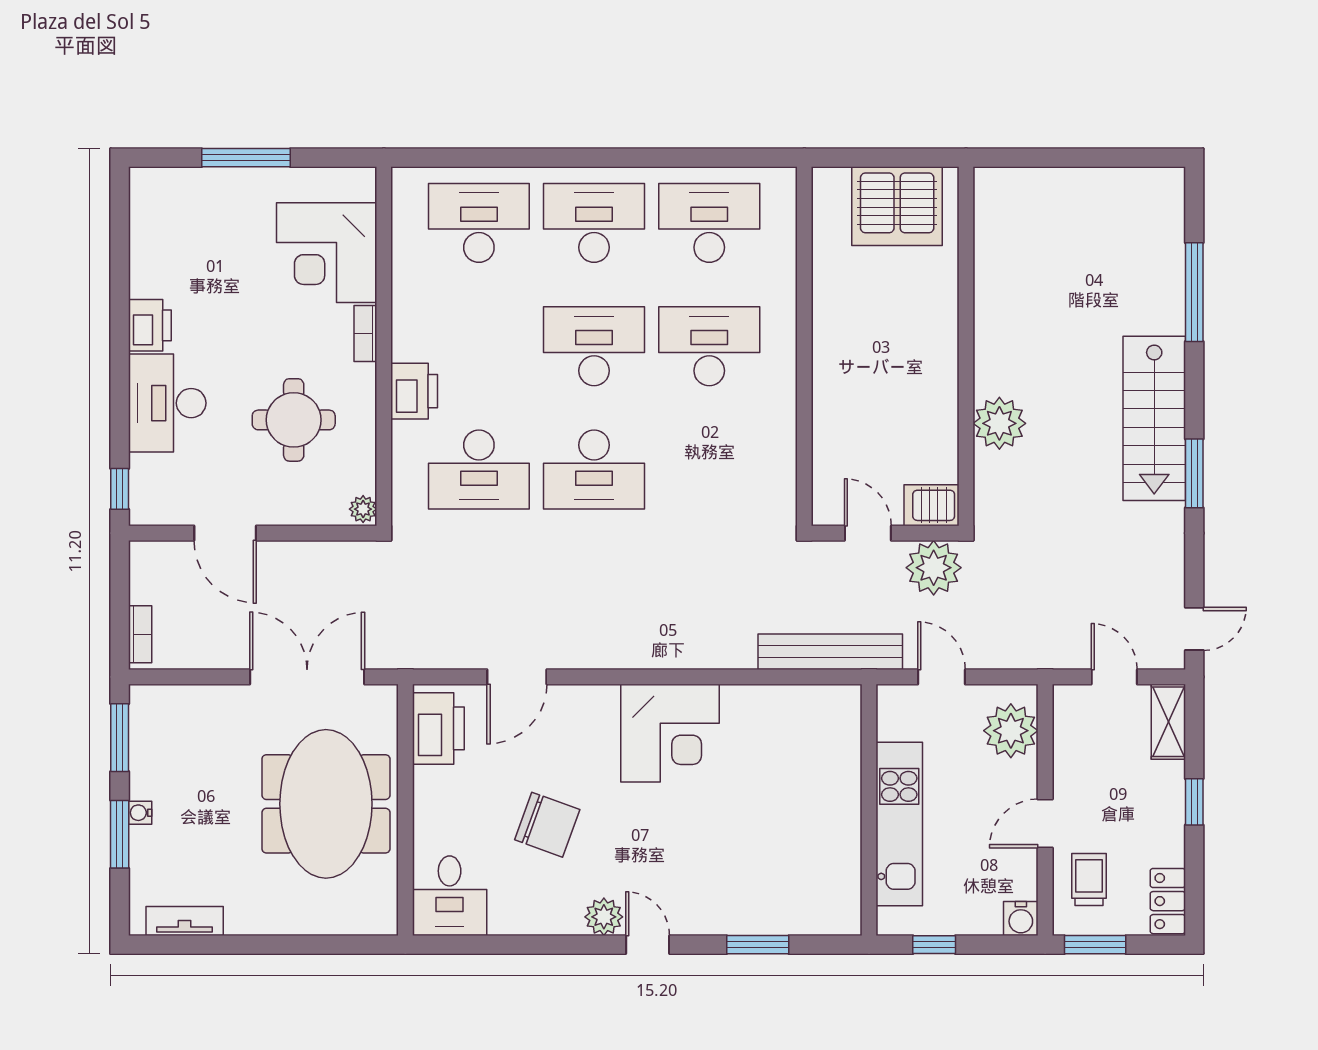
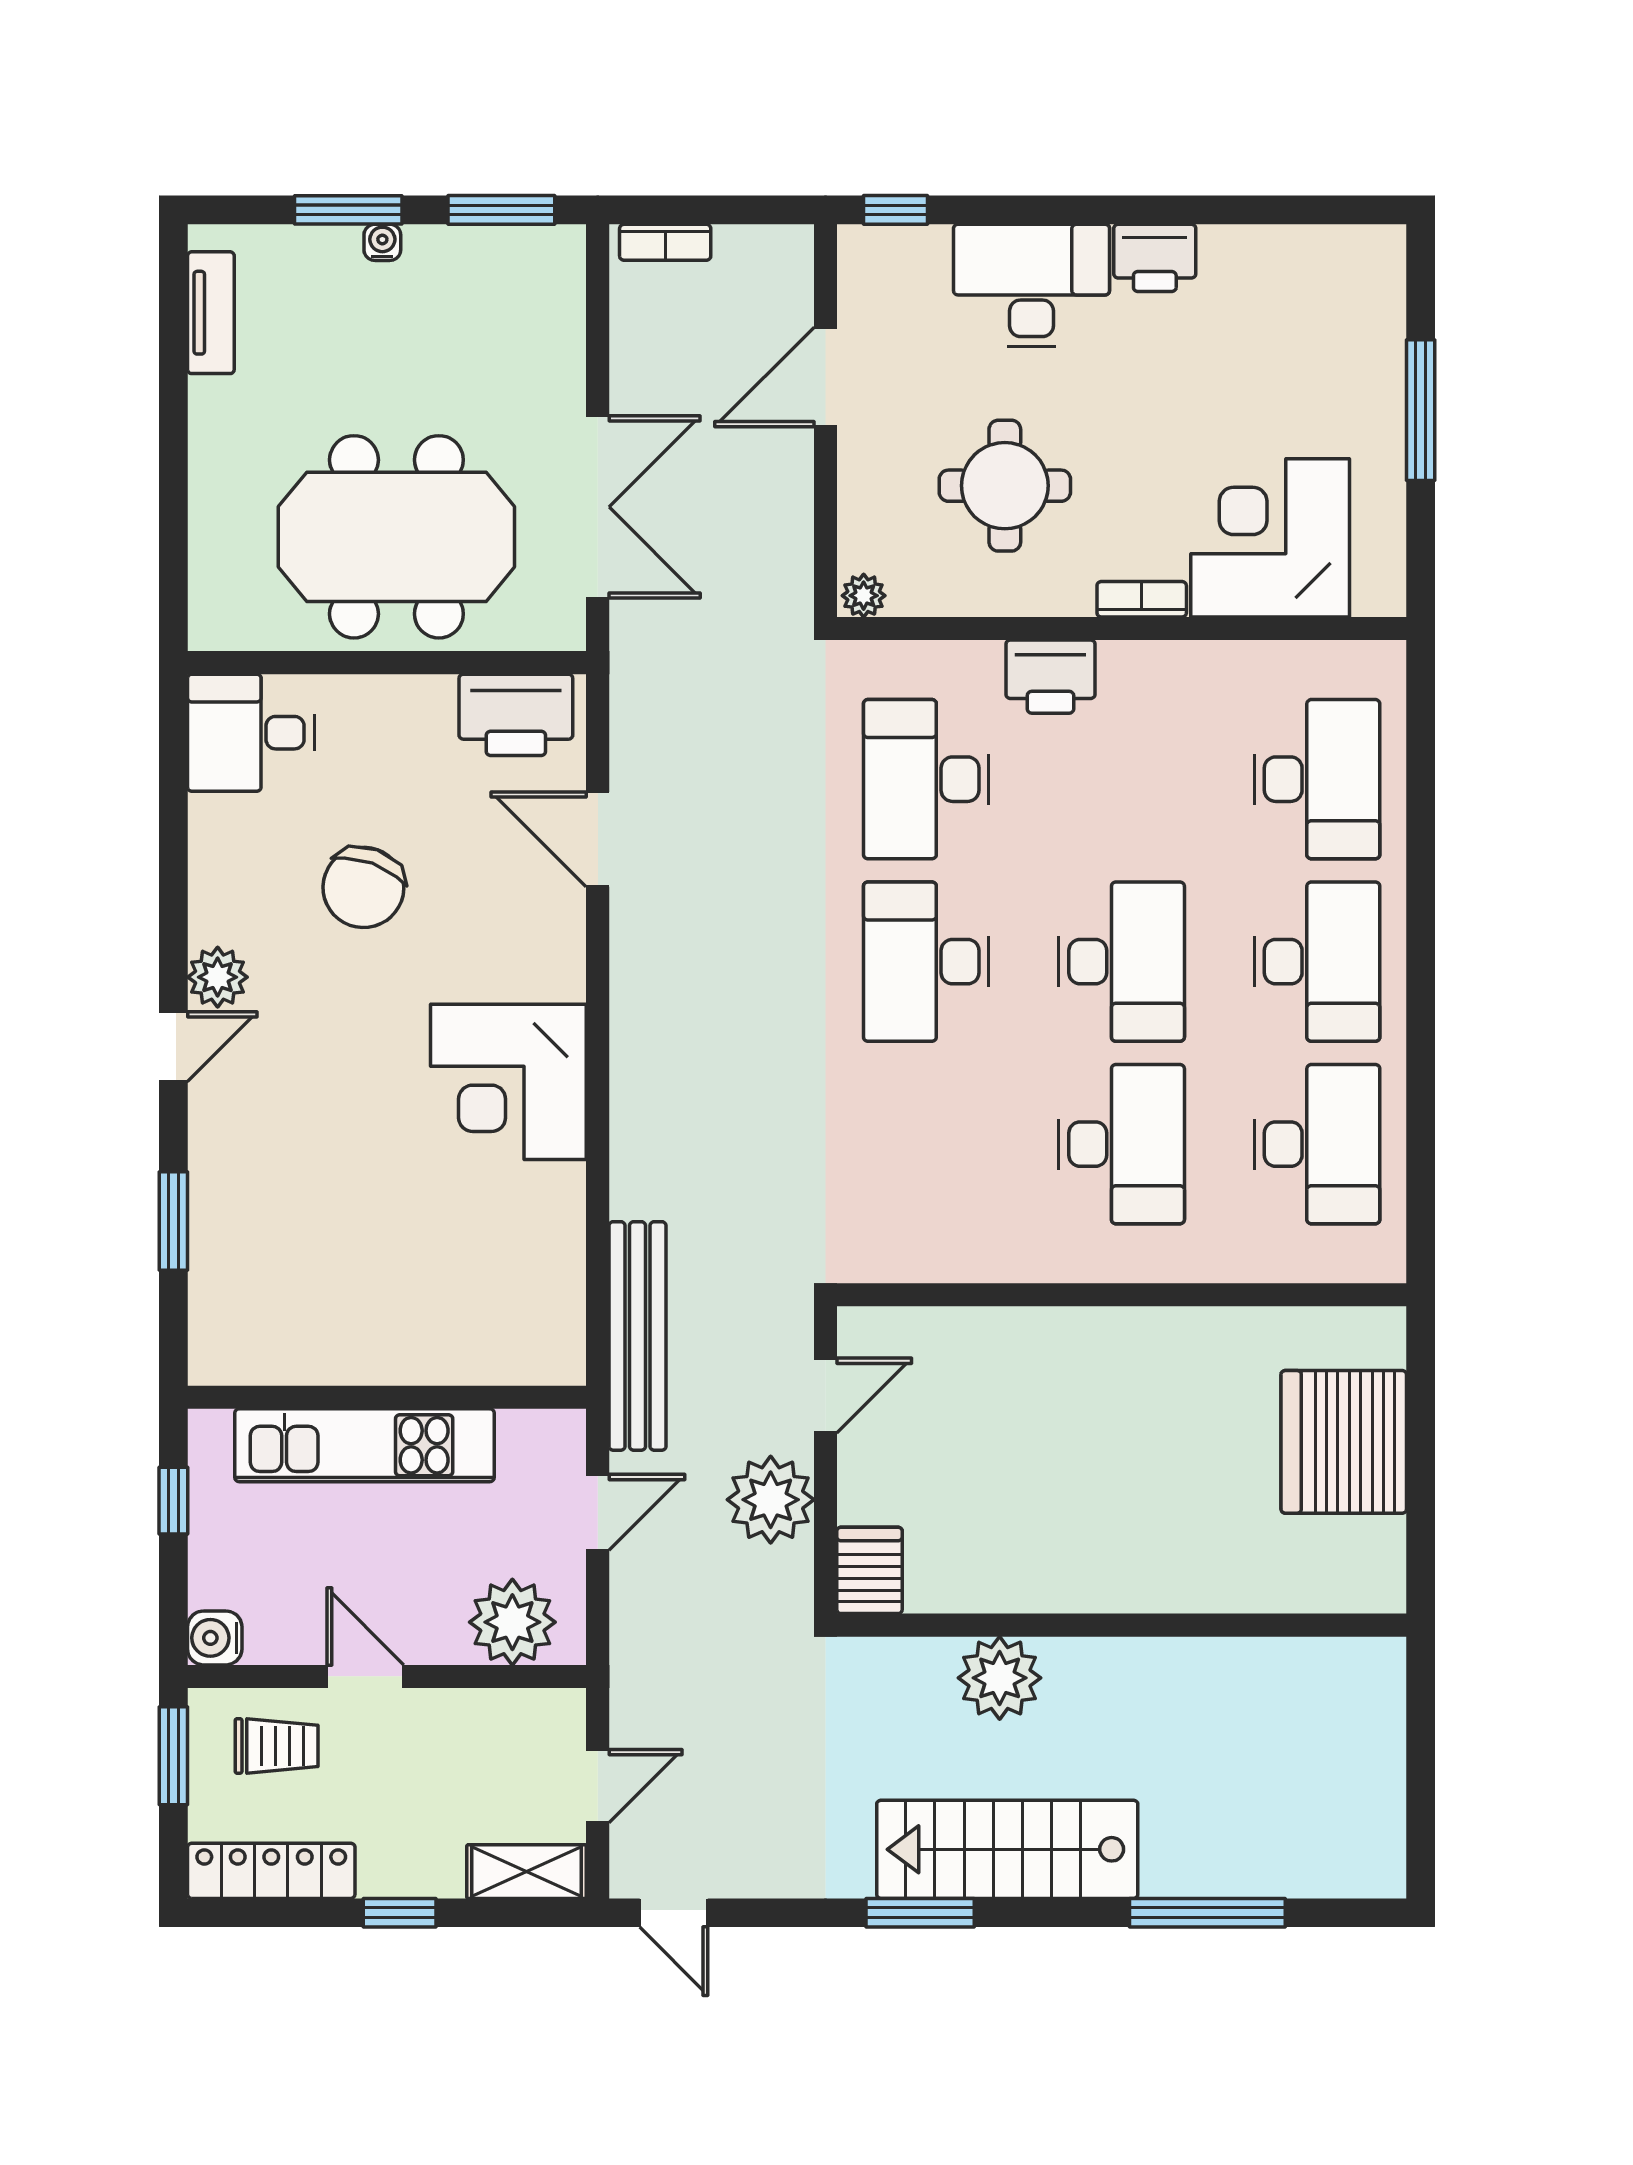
wall: (966, 346) -> (1122, 1625), moved
plant: (999, 423) -> (1000, 1678), moved
server rack: (931, 505) -> (869, 1570), moved
locker: (1168, 901) -> (271, 1871), width x1.53

